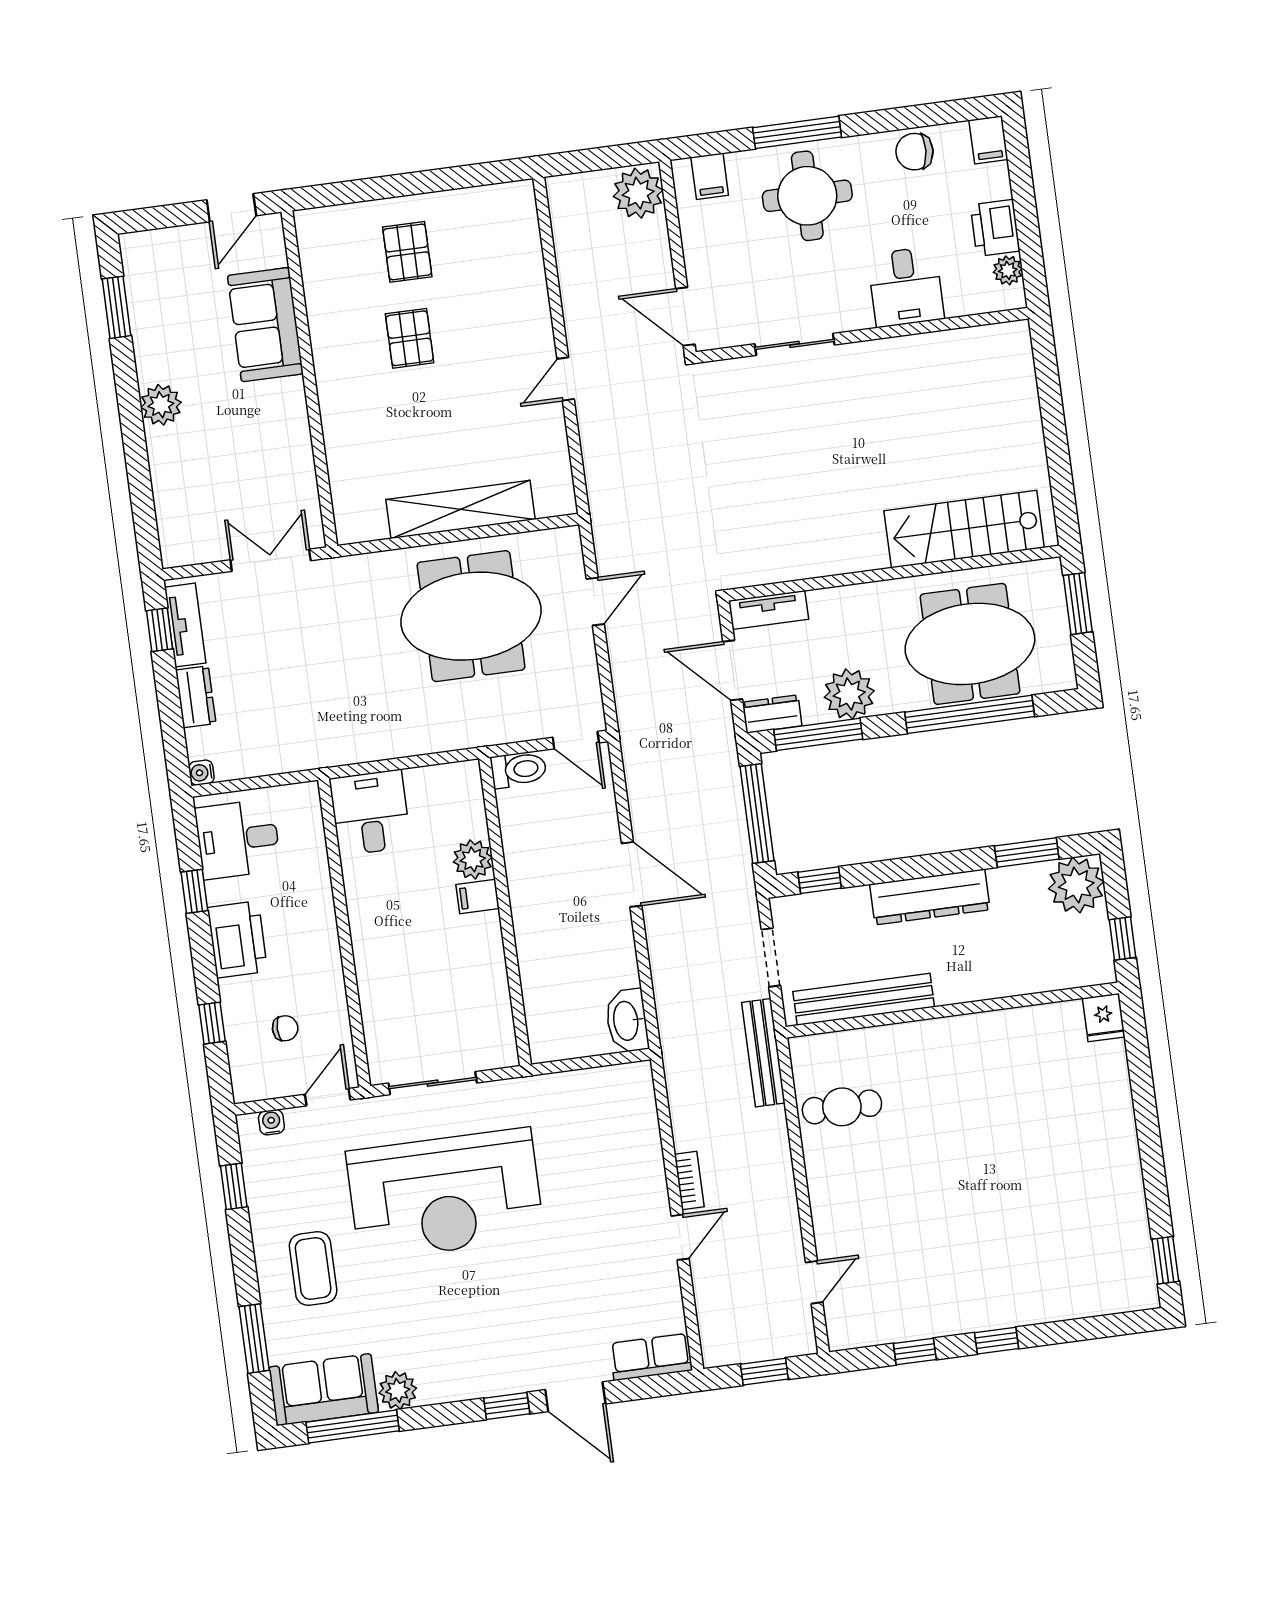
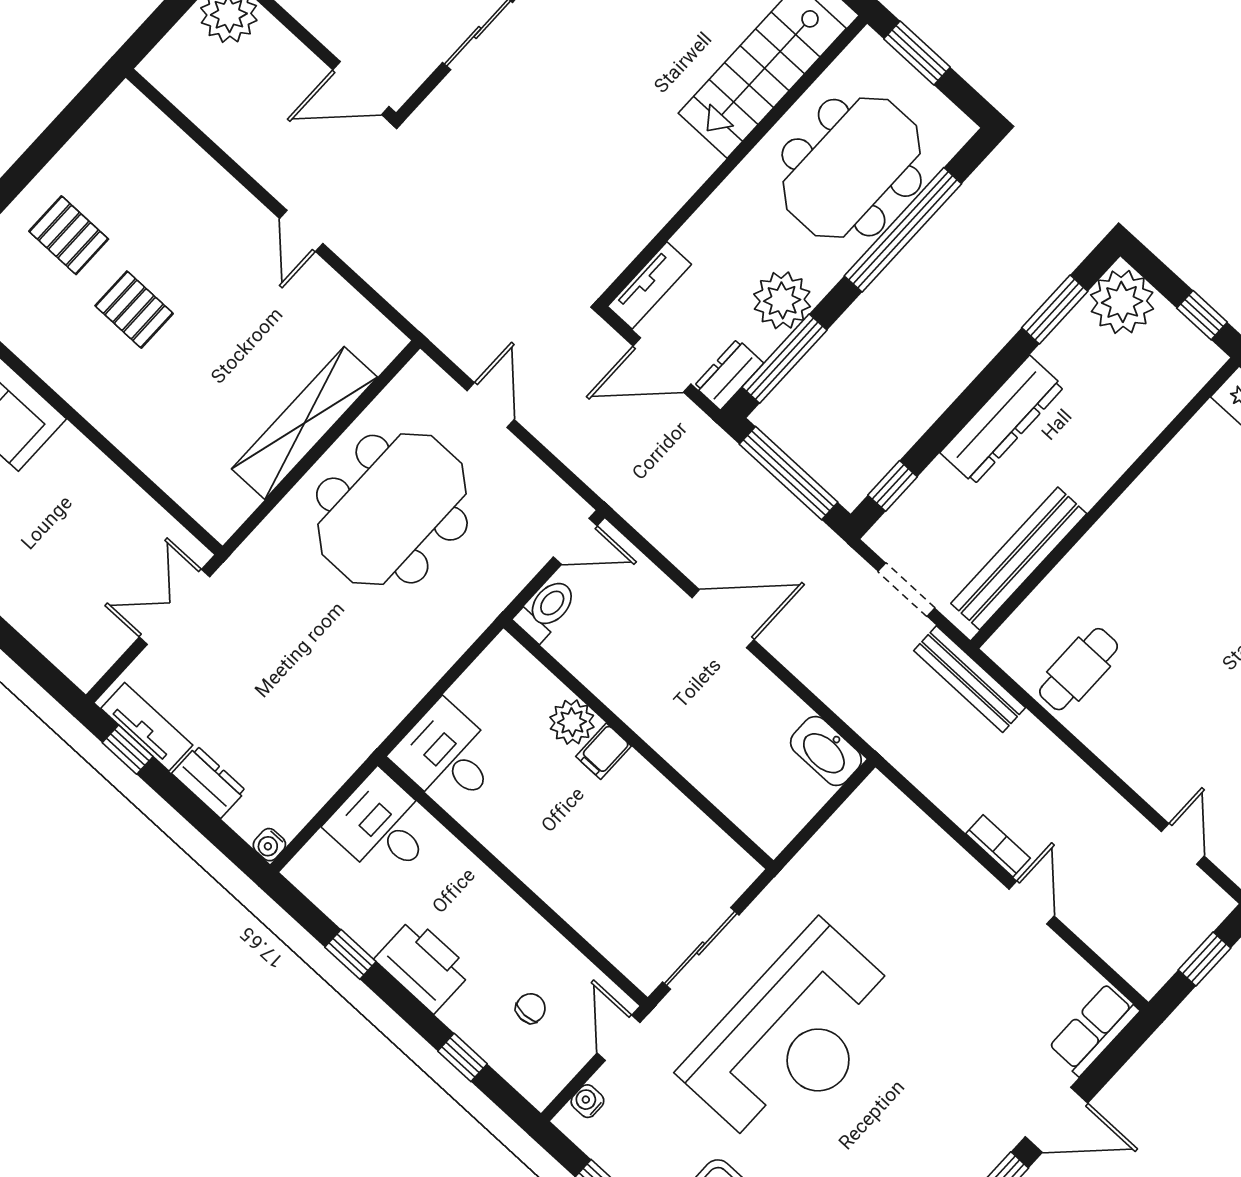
desk: (238, 839) -> (383, 827), moved, turned 90

